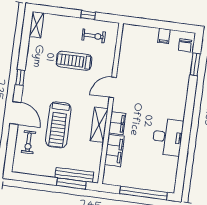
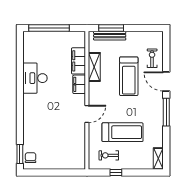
filing cabinet: (164, 36) -> (49, 163), removed
treadmill: (74, 61) -> (123, 132), width x1.37, depth x1.38
window: (195, 64) -> (20, 154), moved
window: (20, 77) -> (166, 112), width x2.17
treadmill: (58, 125) -> (129, 76), turned 180
shelving: (99, 125) -> (94, 67), moved

